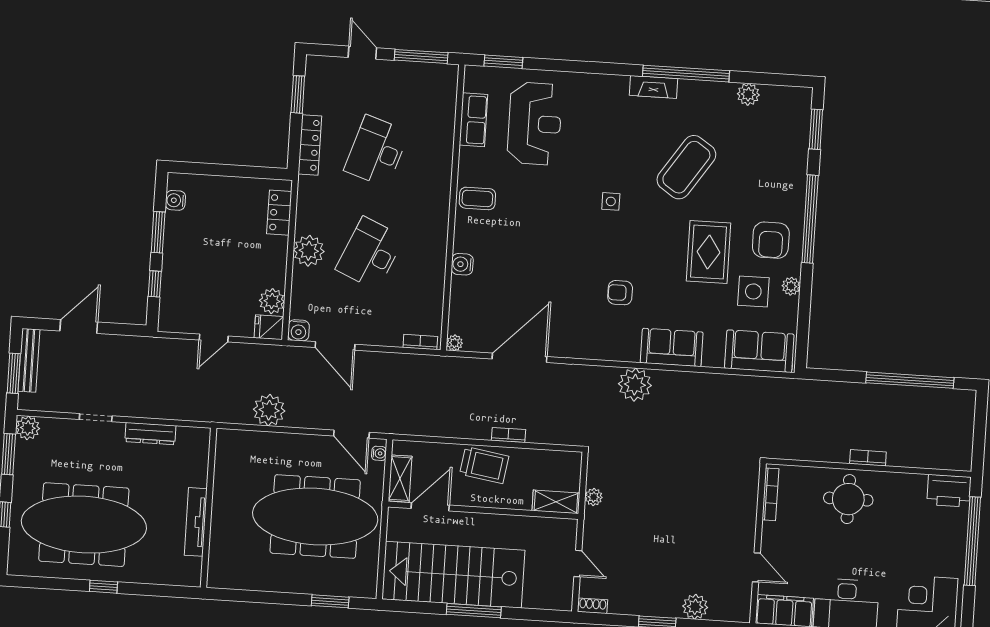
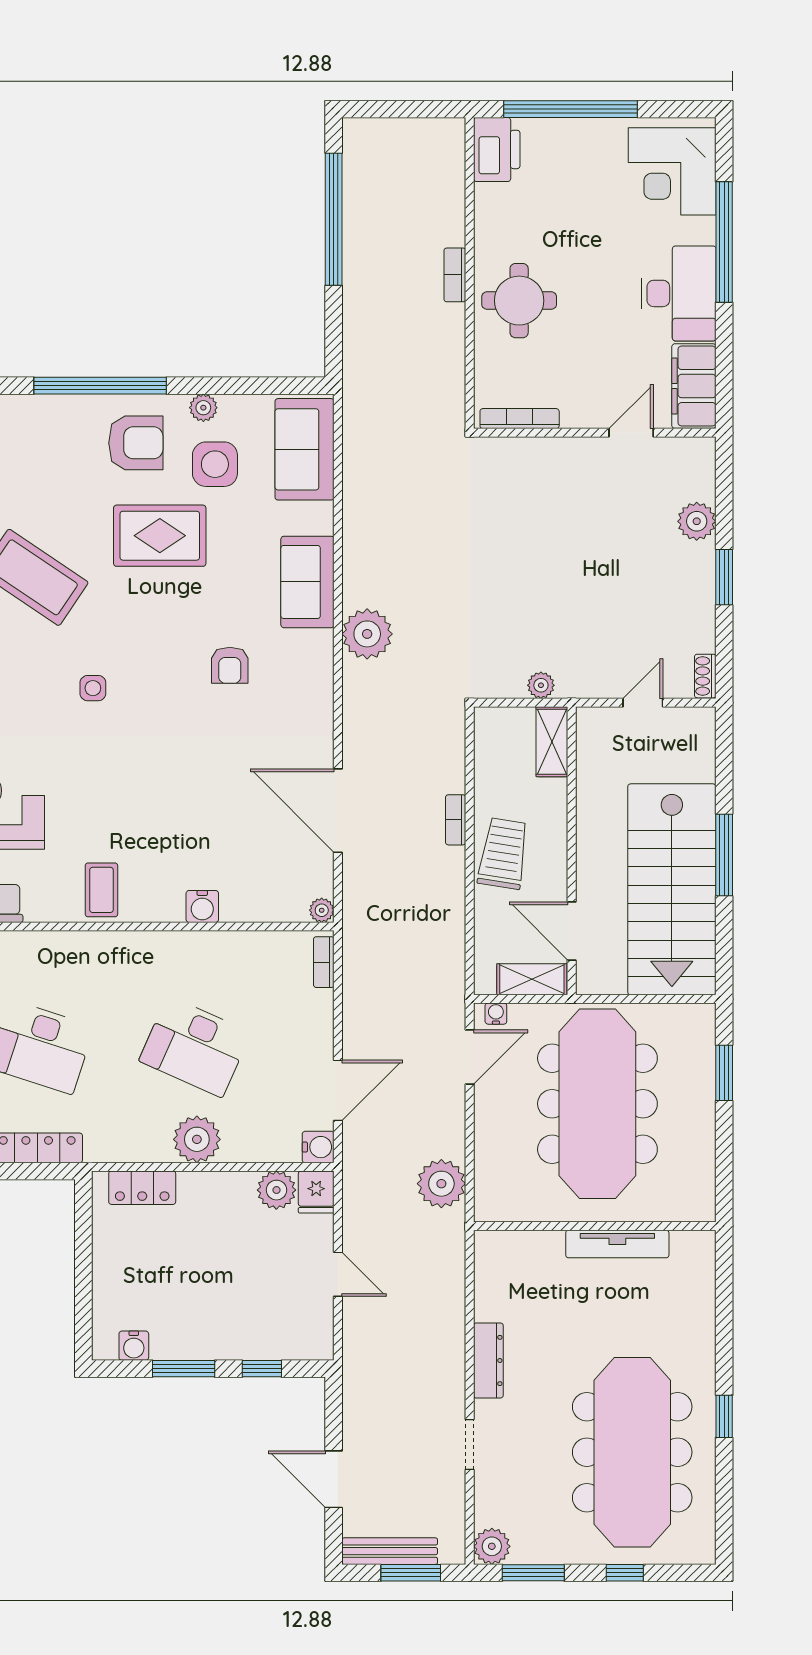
wall: (209, 508) -> (595, 1226), moved
tv unit: (196, 522) -> (617, 1244), moved

